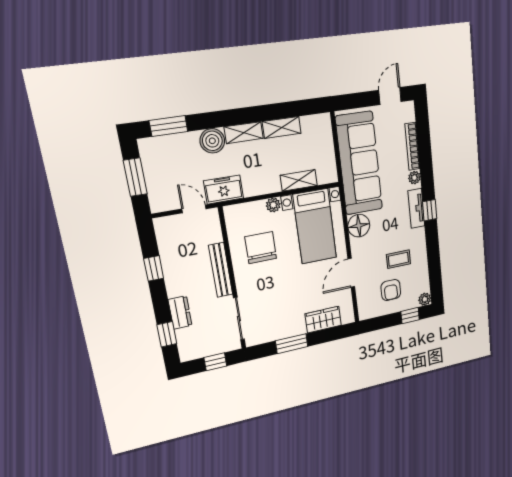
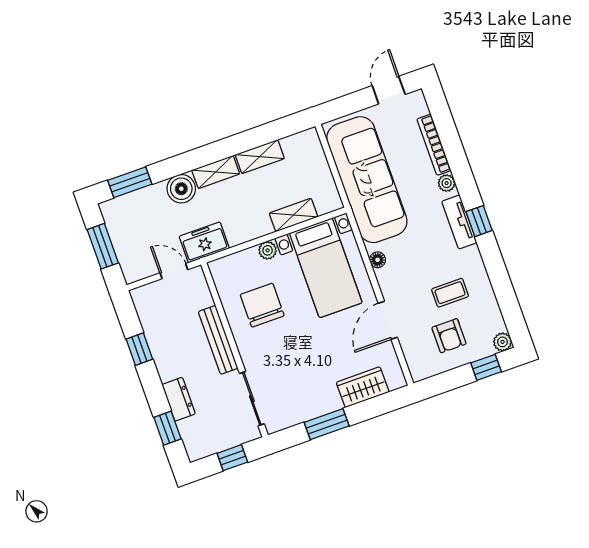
floor lamp: (359, 226) -> (378, 260), width x0.53, depth x0.53

